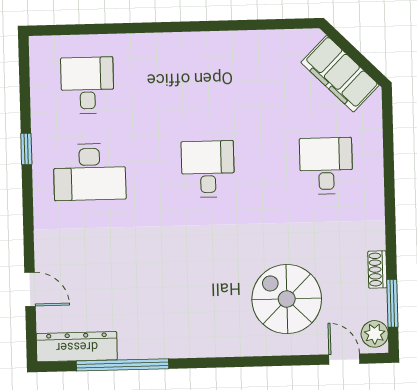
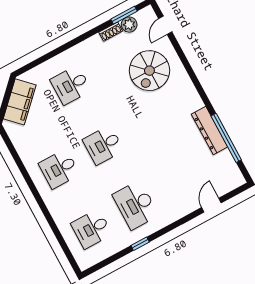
desk: (206, 82) -> (59, 169), added
desk: (90, 172) -> (136, 205), turned 180
plant: (375, 334) -> (129, 25), moved
dresser: (77, 347) -> (210, 131), moved

